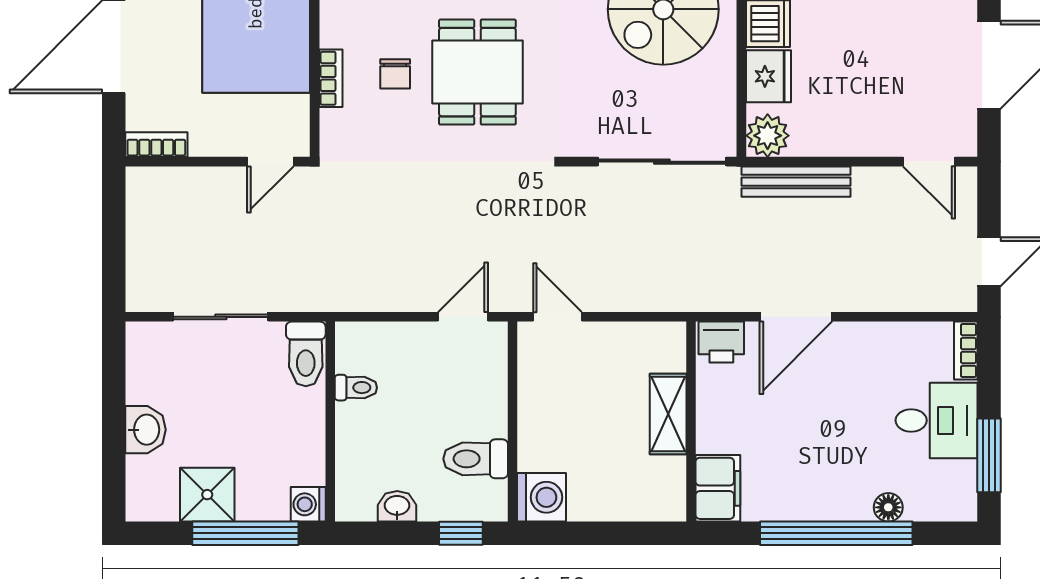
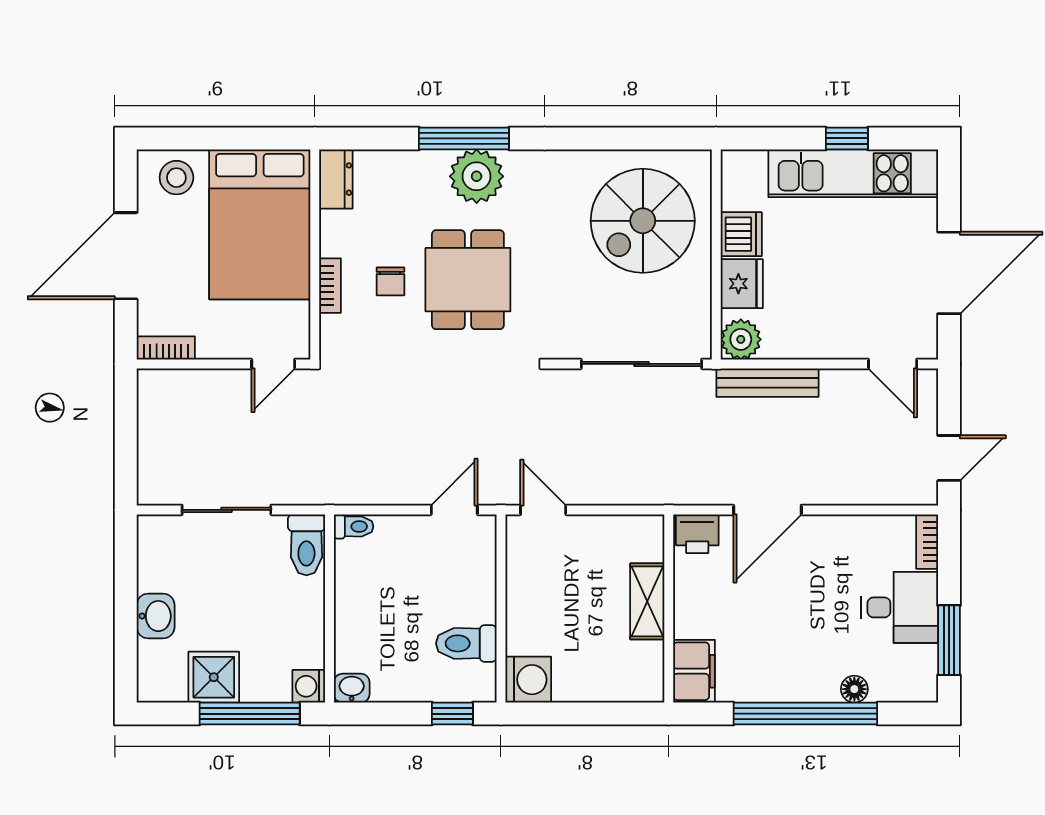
toilet: (356, 388) -> (354, 526), moved
washbasin: (397, 506) -> (352, 688), moved

